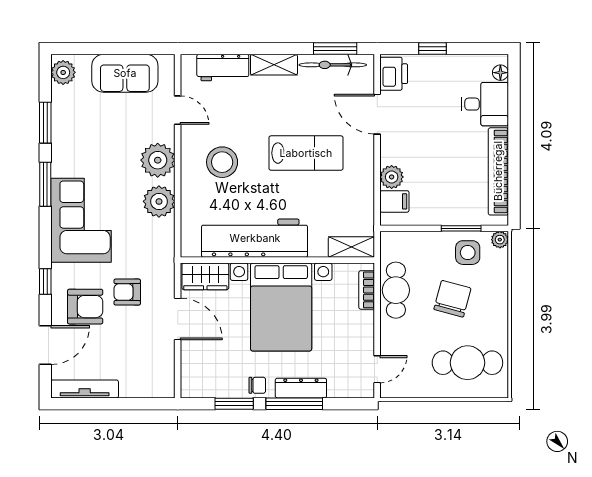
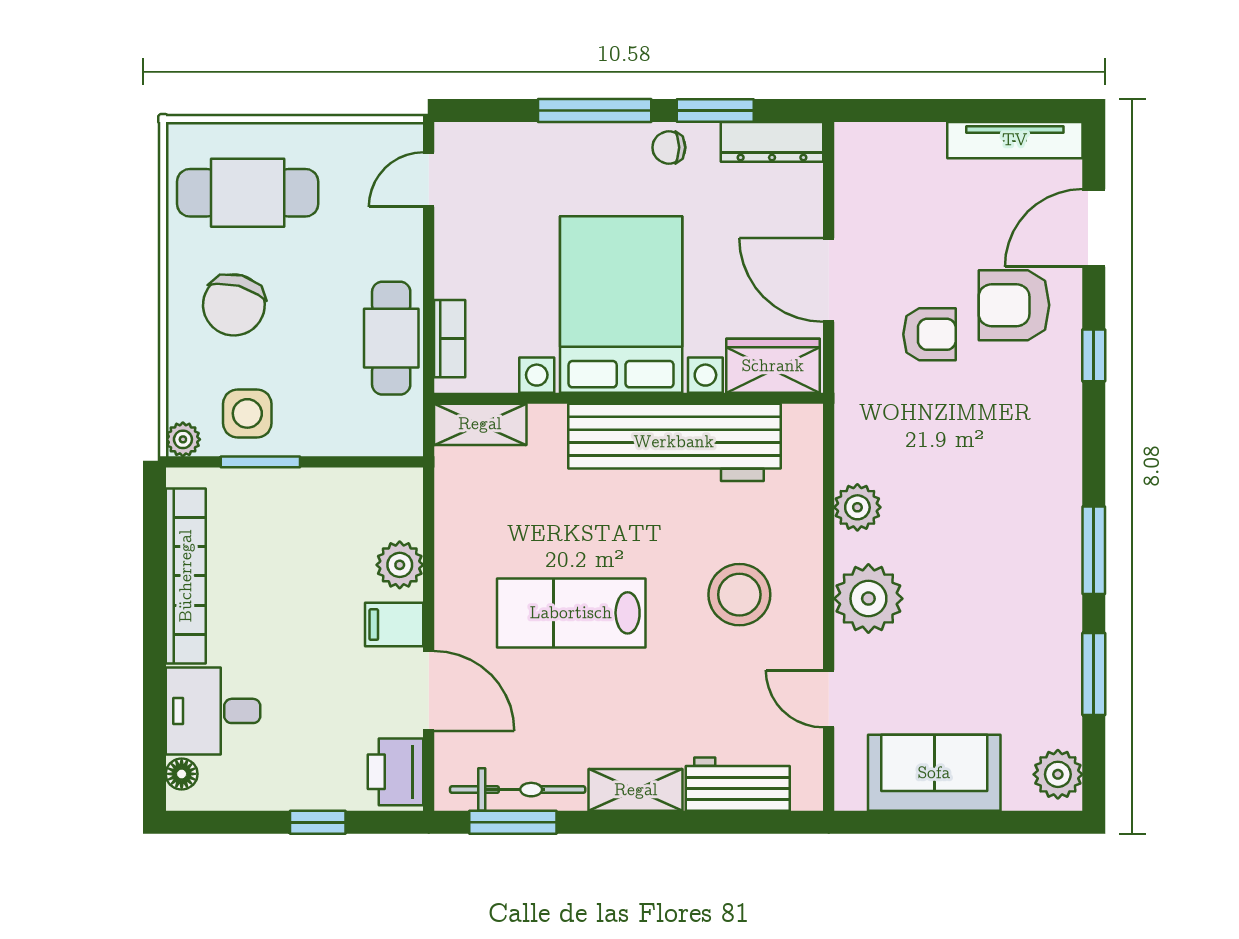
plant: (159, 201) -> (857, 507), width x0.73, depth x0.73
filing cabinet: (394, 201) -> (394, 625), moved
corner sofa: (81, 220) -> (1022, 478), removed
chair: (452, 299) -> (234, 305), moved
dresser: (301, 388) -> (772, 142), moved

